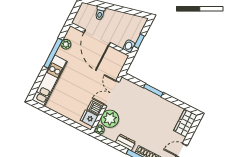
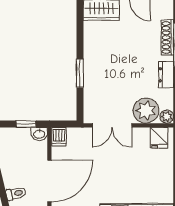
dishwasher: (95, 108) -> (59, 137), moved

